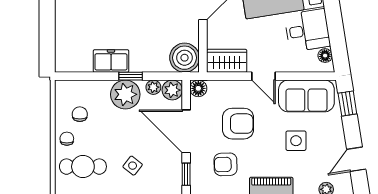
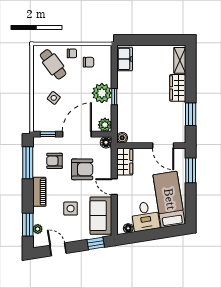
boiler: (185, 58) -> (122, 138), width x0.54, depth x0.54
freezer: (111, 61) -> (125, 59), moved
door: (264, 76) -> (114, 187), hinge flipped
plant: (153, 87) -> (107, 112), removed
armchair: (238, 124) -> (82, 169), turned -90
armchair: (226, 164) -> (55, 161), turned -88
cafe table: (83, 167) -> (53, 64), turned -37

